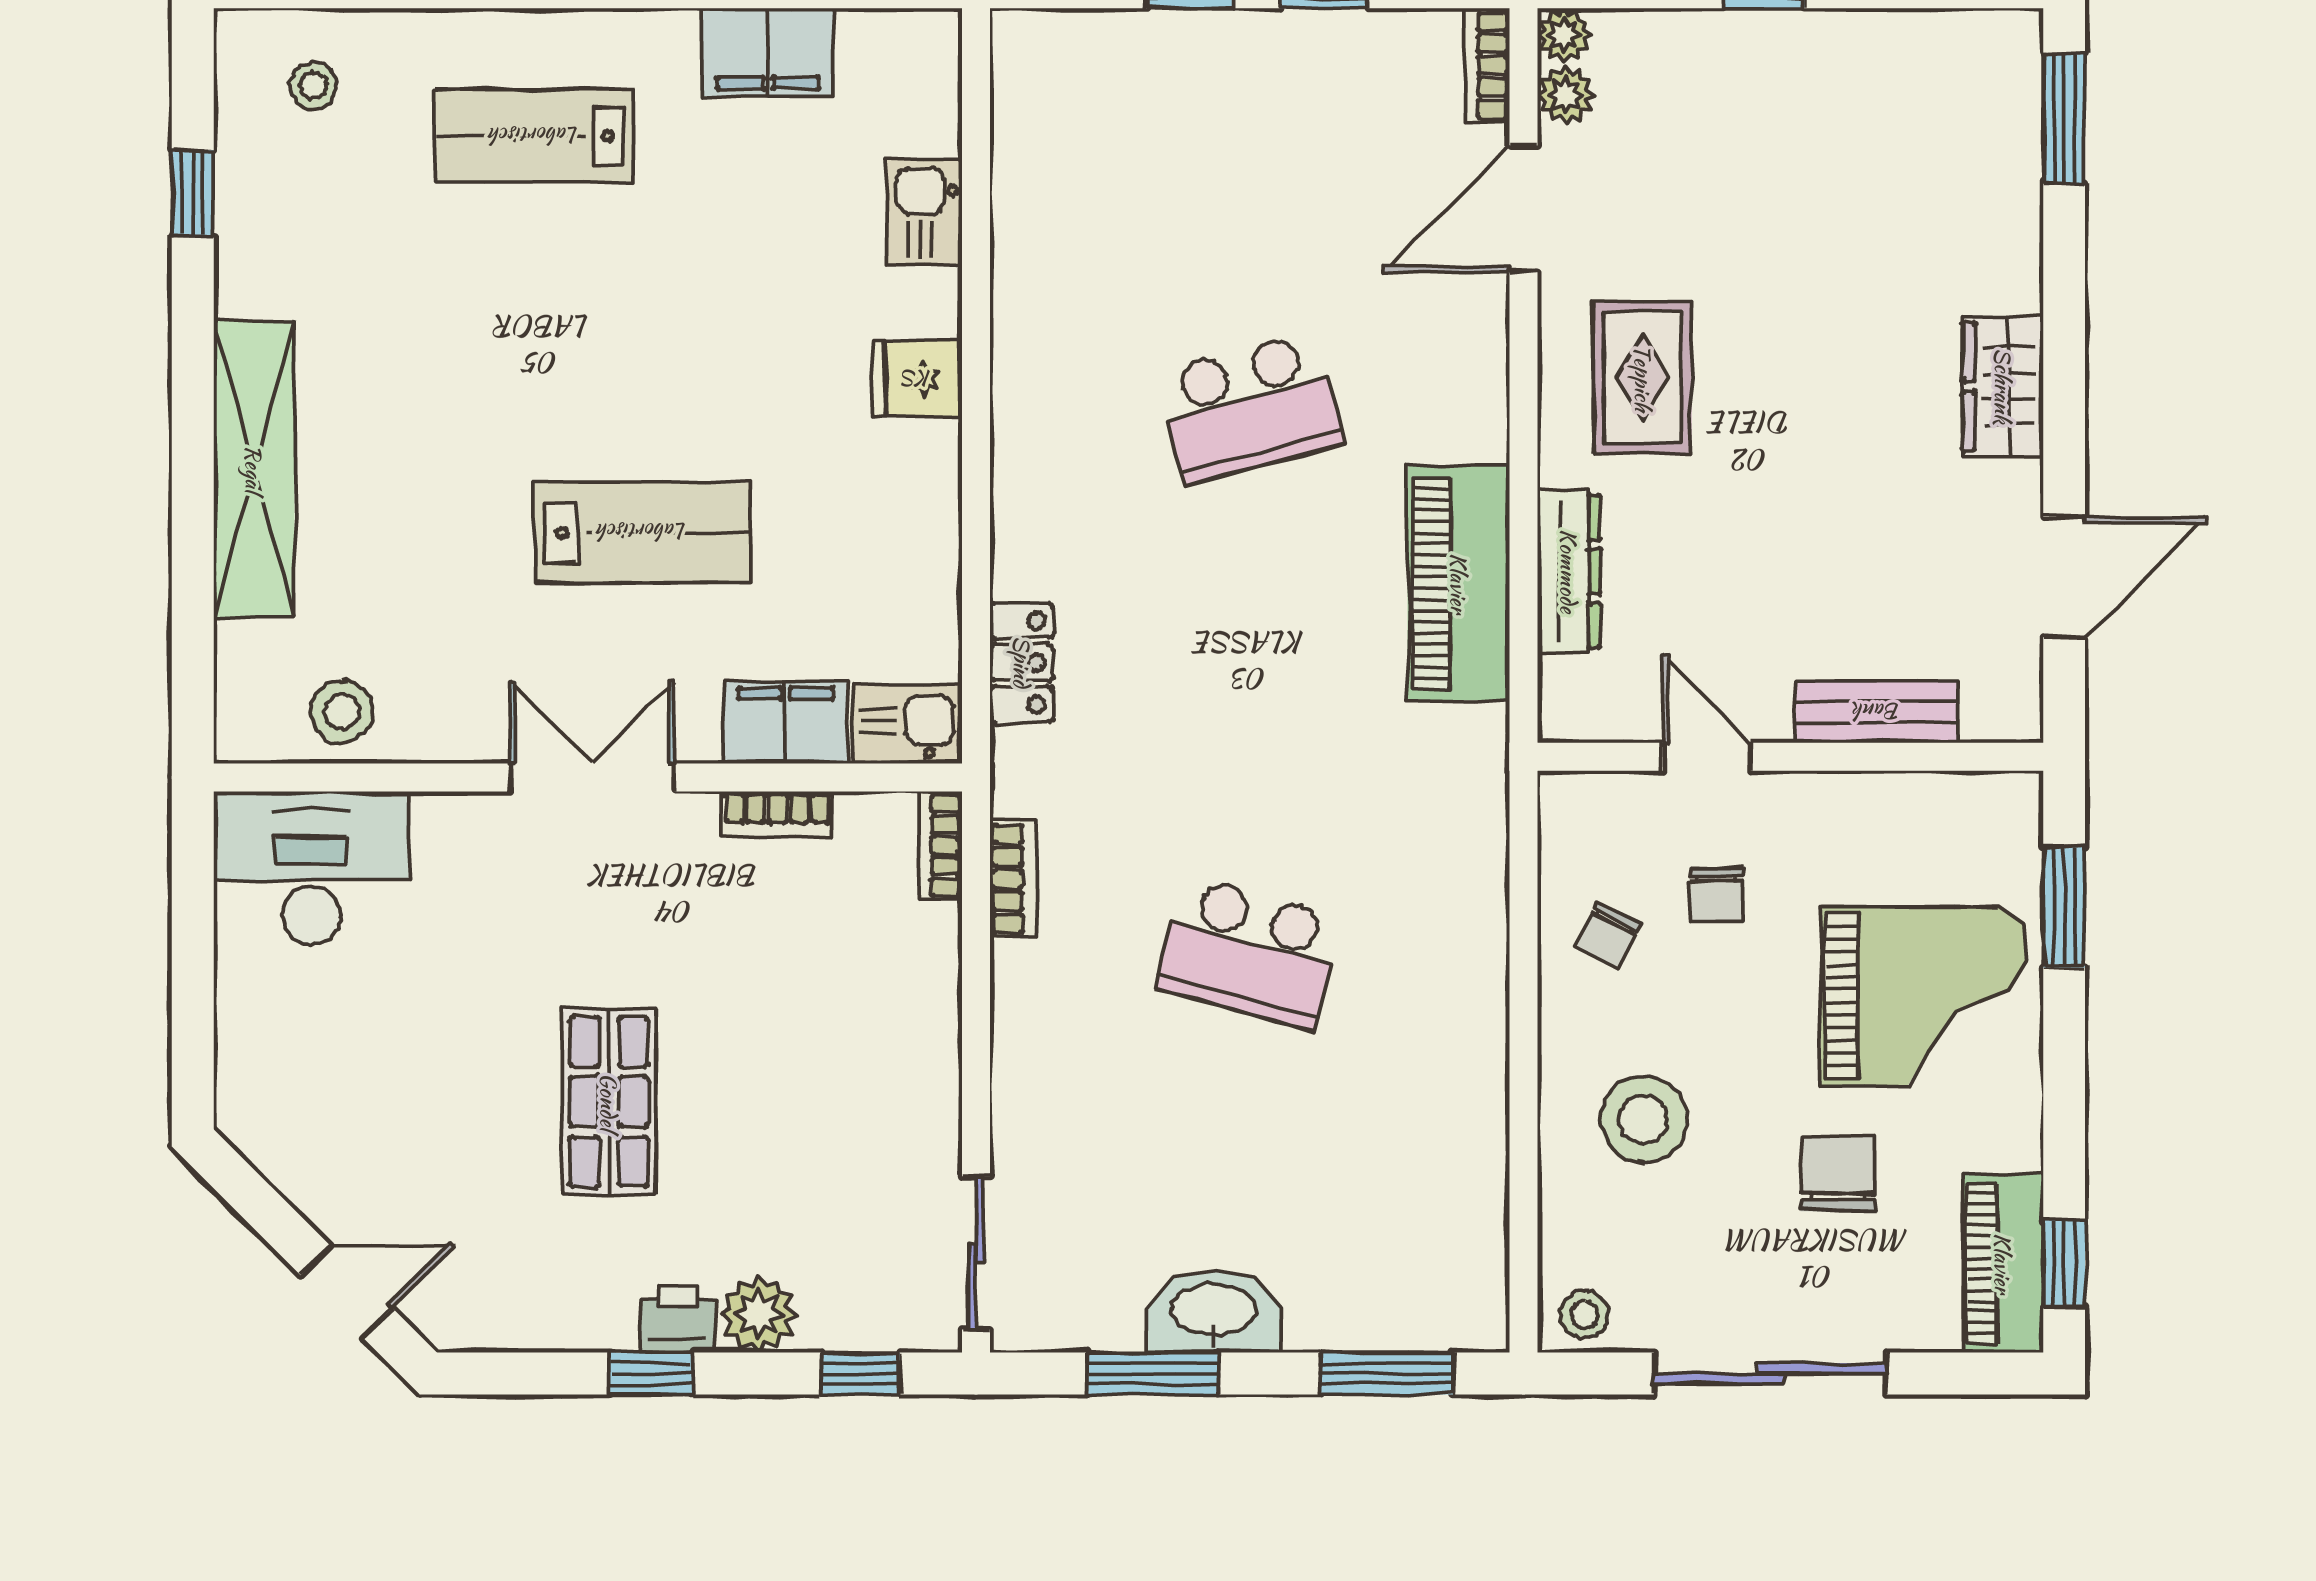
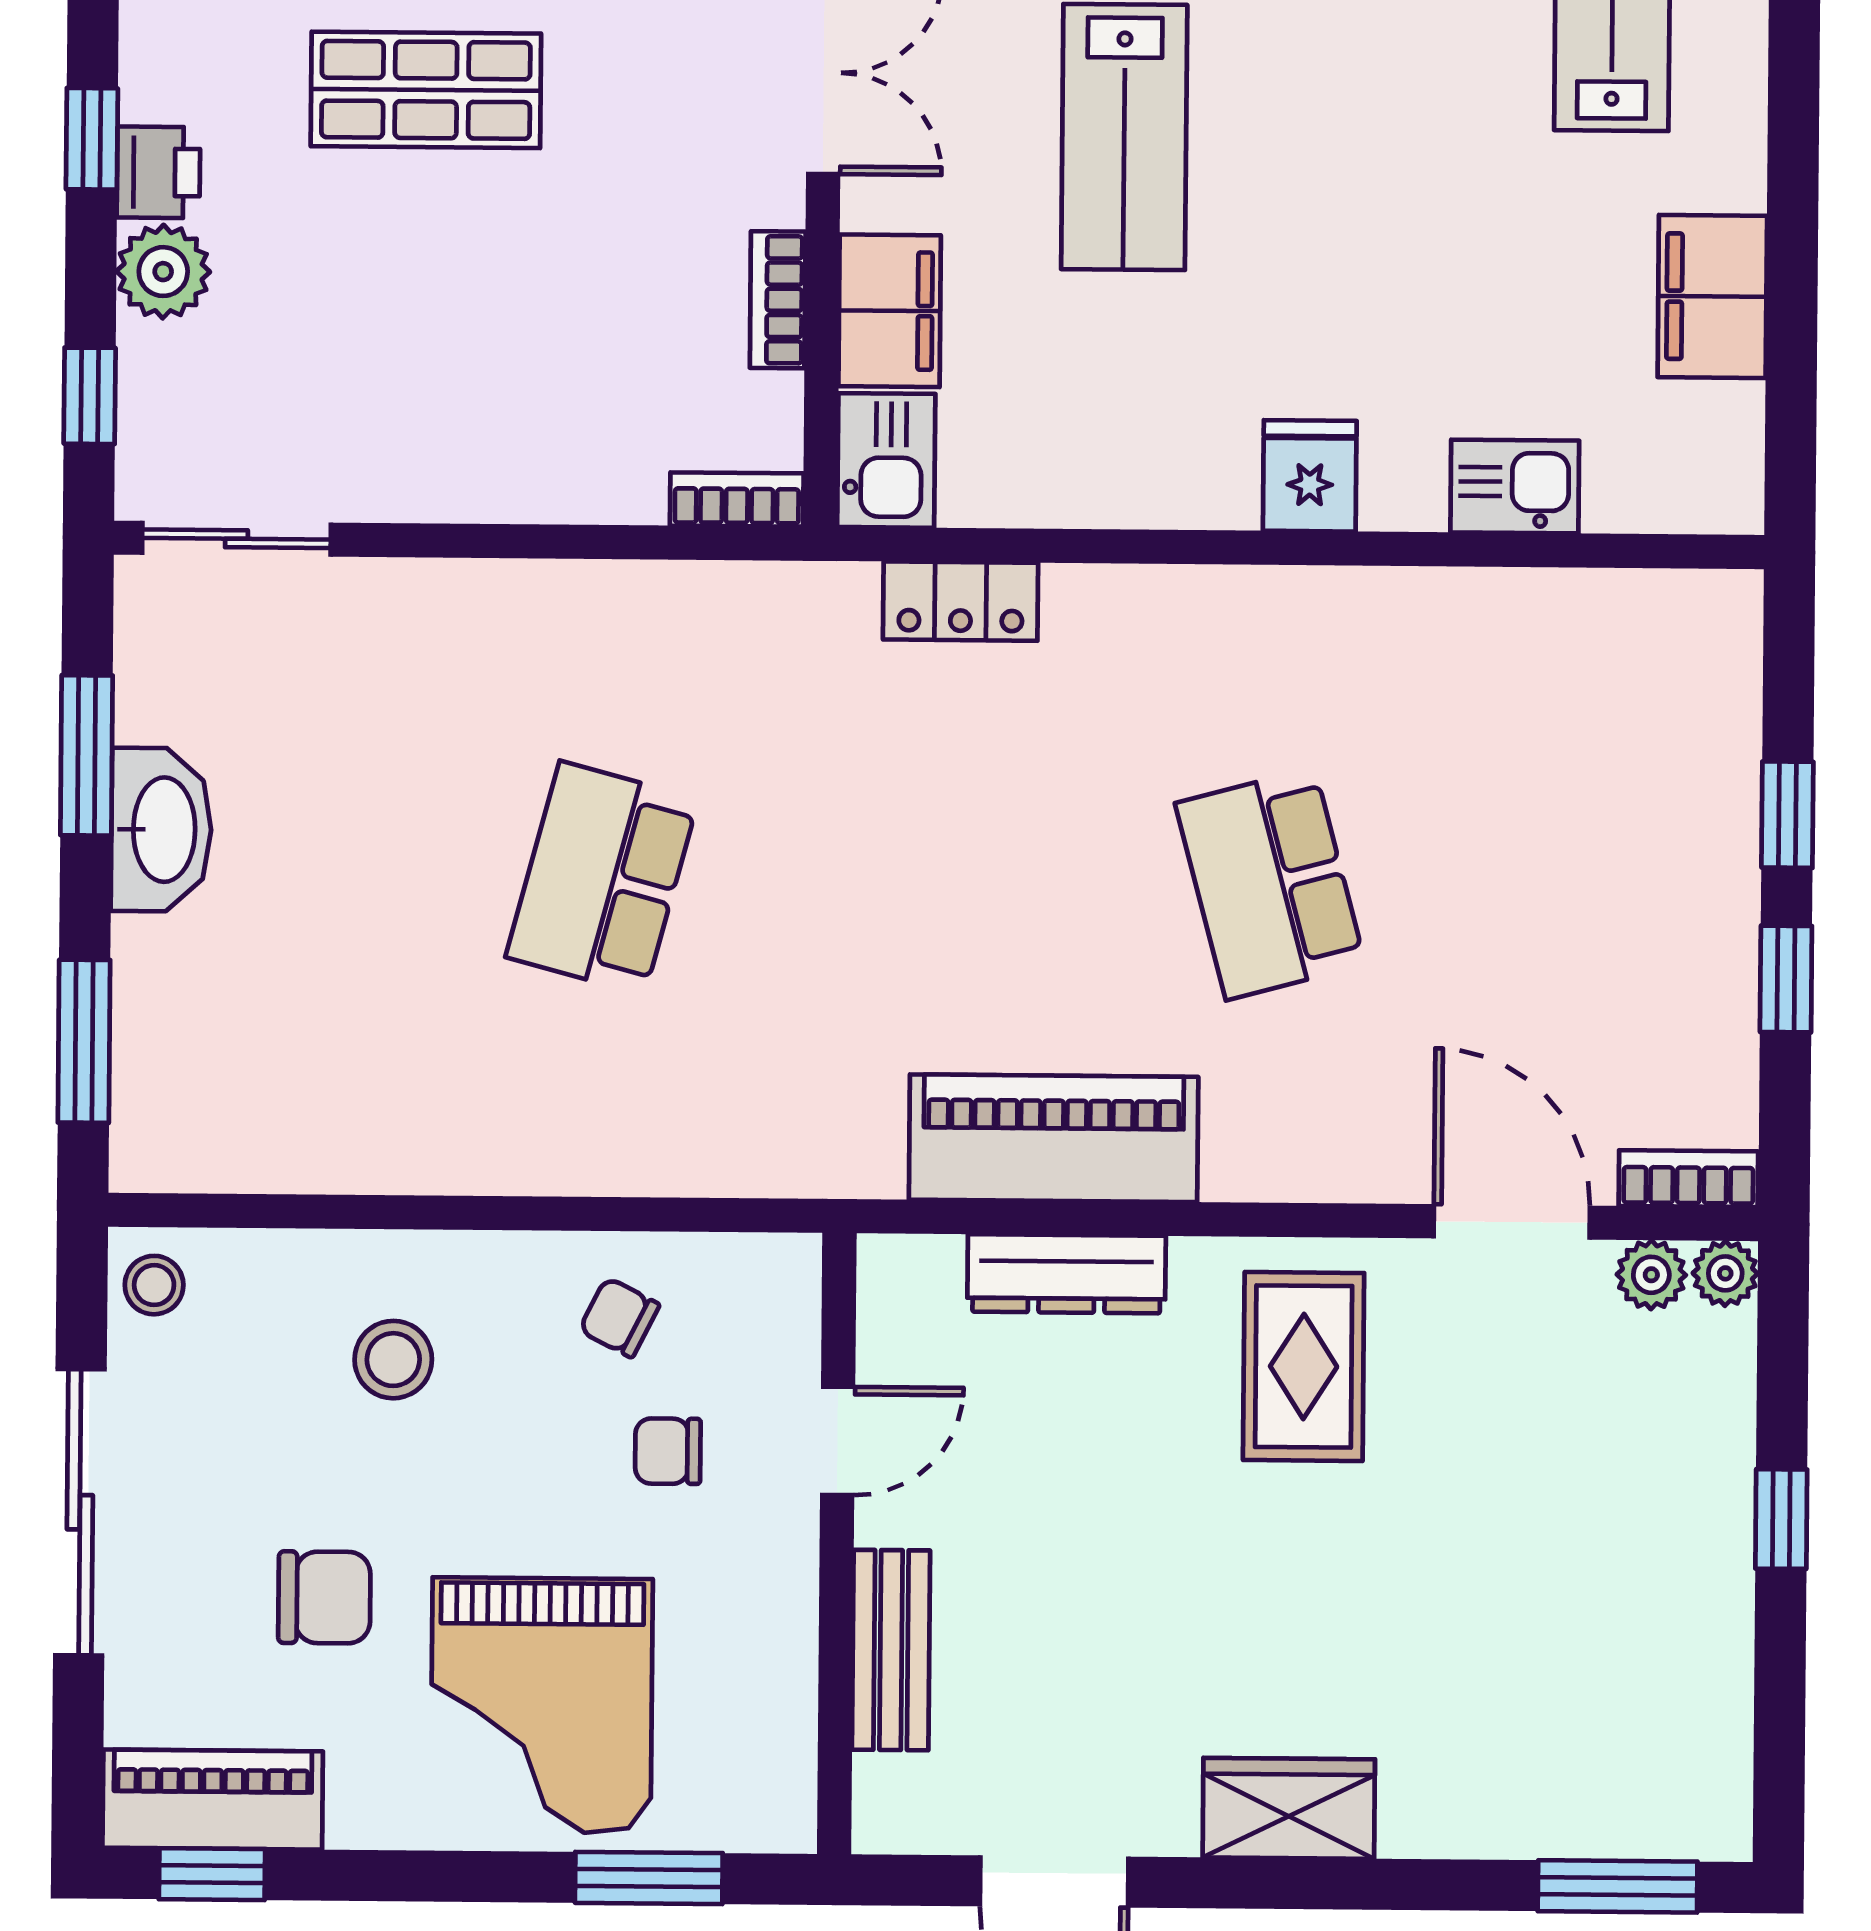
rug: (1643, 378) -> (1304, 1366), turned 90
bookcase: (1013, 879) -> (695, 588), removed
stool: (1644, 1119) -> (393, 1360), width x0.73, depth x0.73

